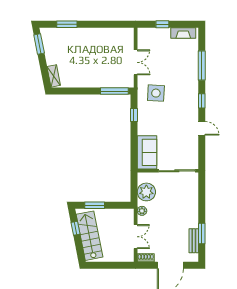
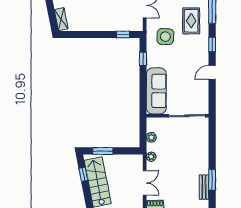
rug: (181, 78) -> (191, 21), added
window: (114, 91) -> (123, 35), width x0.46
door: (202, 128) -> (212, 72), swing flipped
sofa: (147, 152) -> (156, 91), width x1.36
plant: (146, 192) -> (151, 137), width x0.53, depth x0.53

